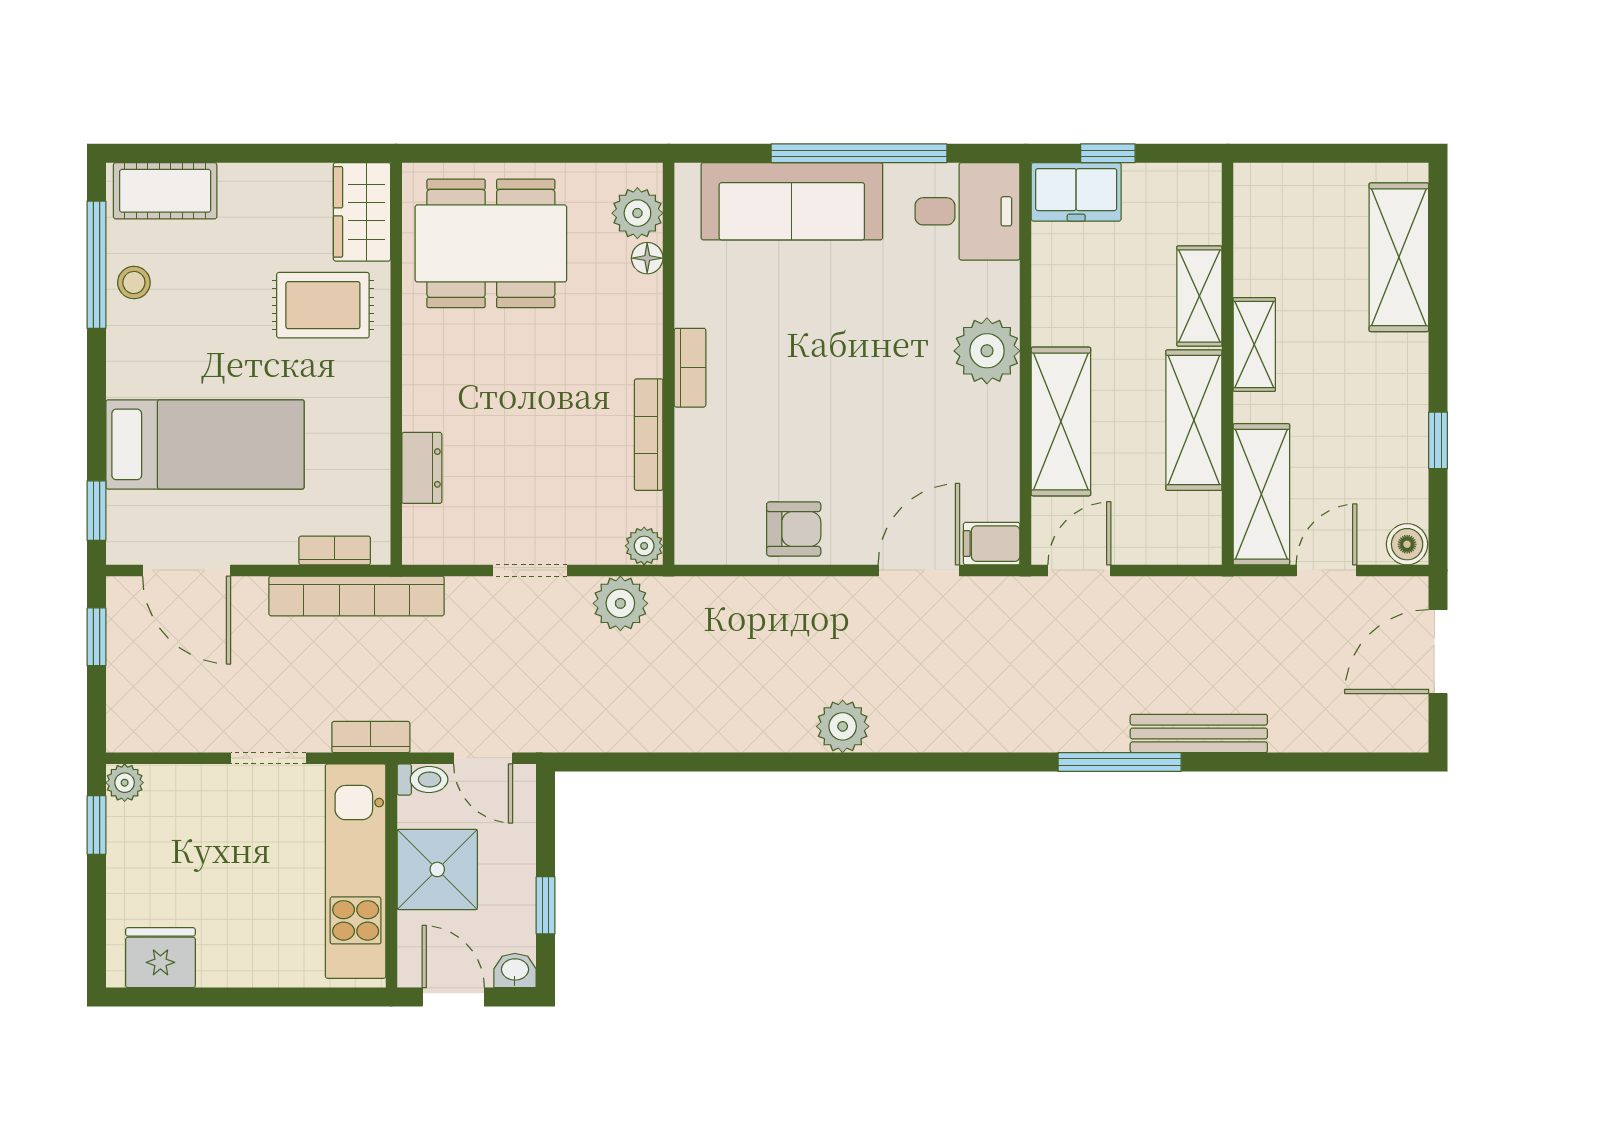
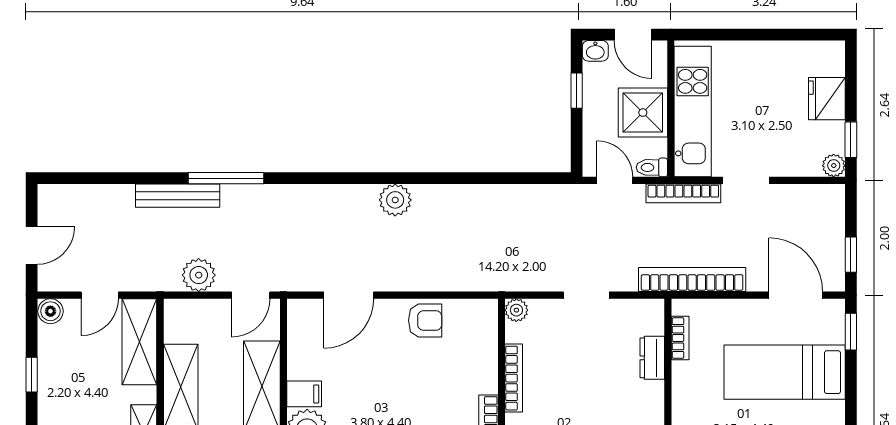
armchair: (794, 529) -> (425, 320), turned 180
filing cabinet: (992, 544) -> (304, 394), moved
bookcase: (335, 550) -> (680, 338), moved, turned -90
plant: (620, 603) -> (199, 275), moved
door: (1438, 652) -> (32, 246), width x0.73
bookcase: (371, 737) -> (683, 193), width x1.56
fridge: (160, 958) -> (827, 99), moved, turned 90

